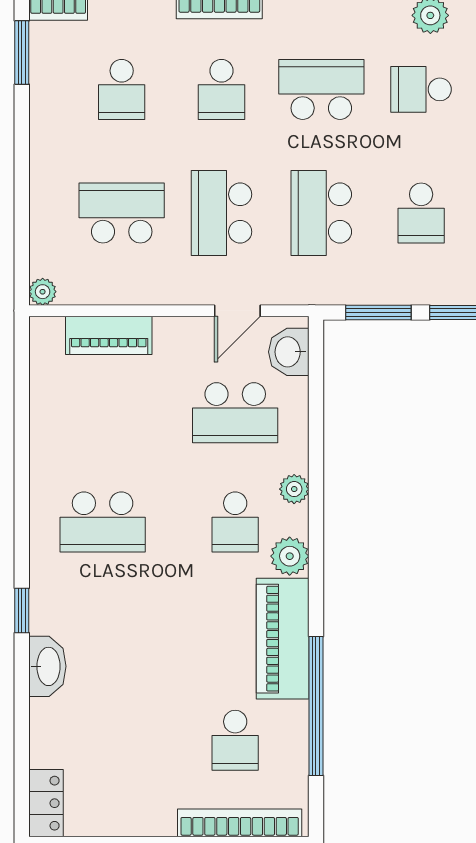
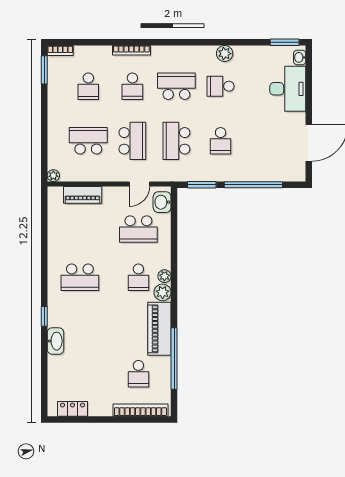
school desk: (221, 213) -> (132, 141), turned 180
plant: (294, 489) -> (164, 276), moved
locker: (46, 803) -> (72, 409), moved, turned -90

